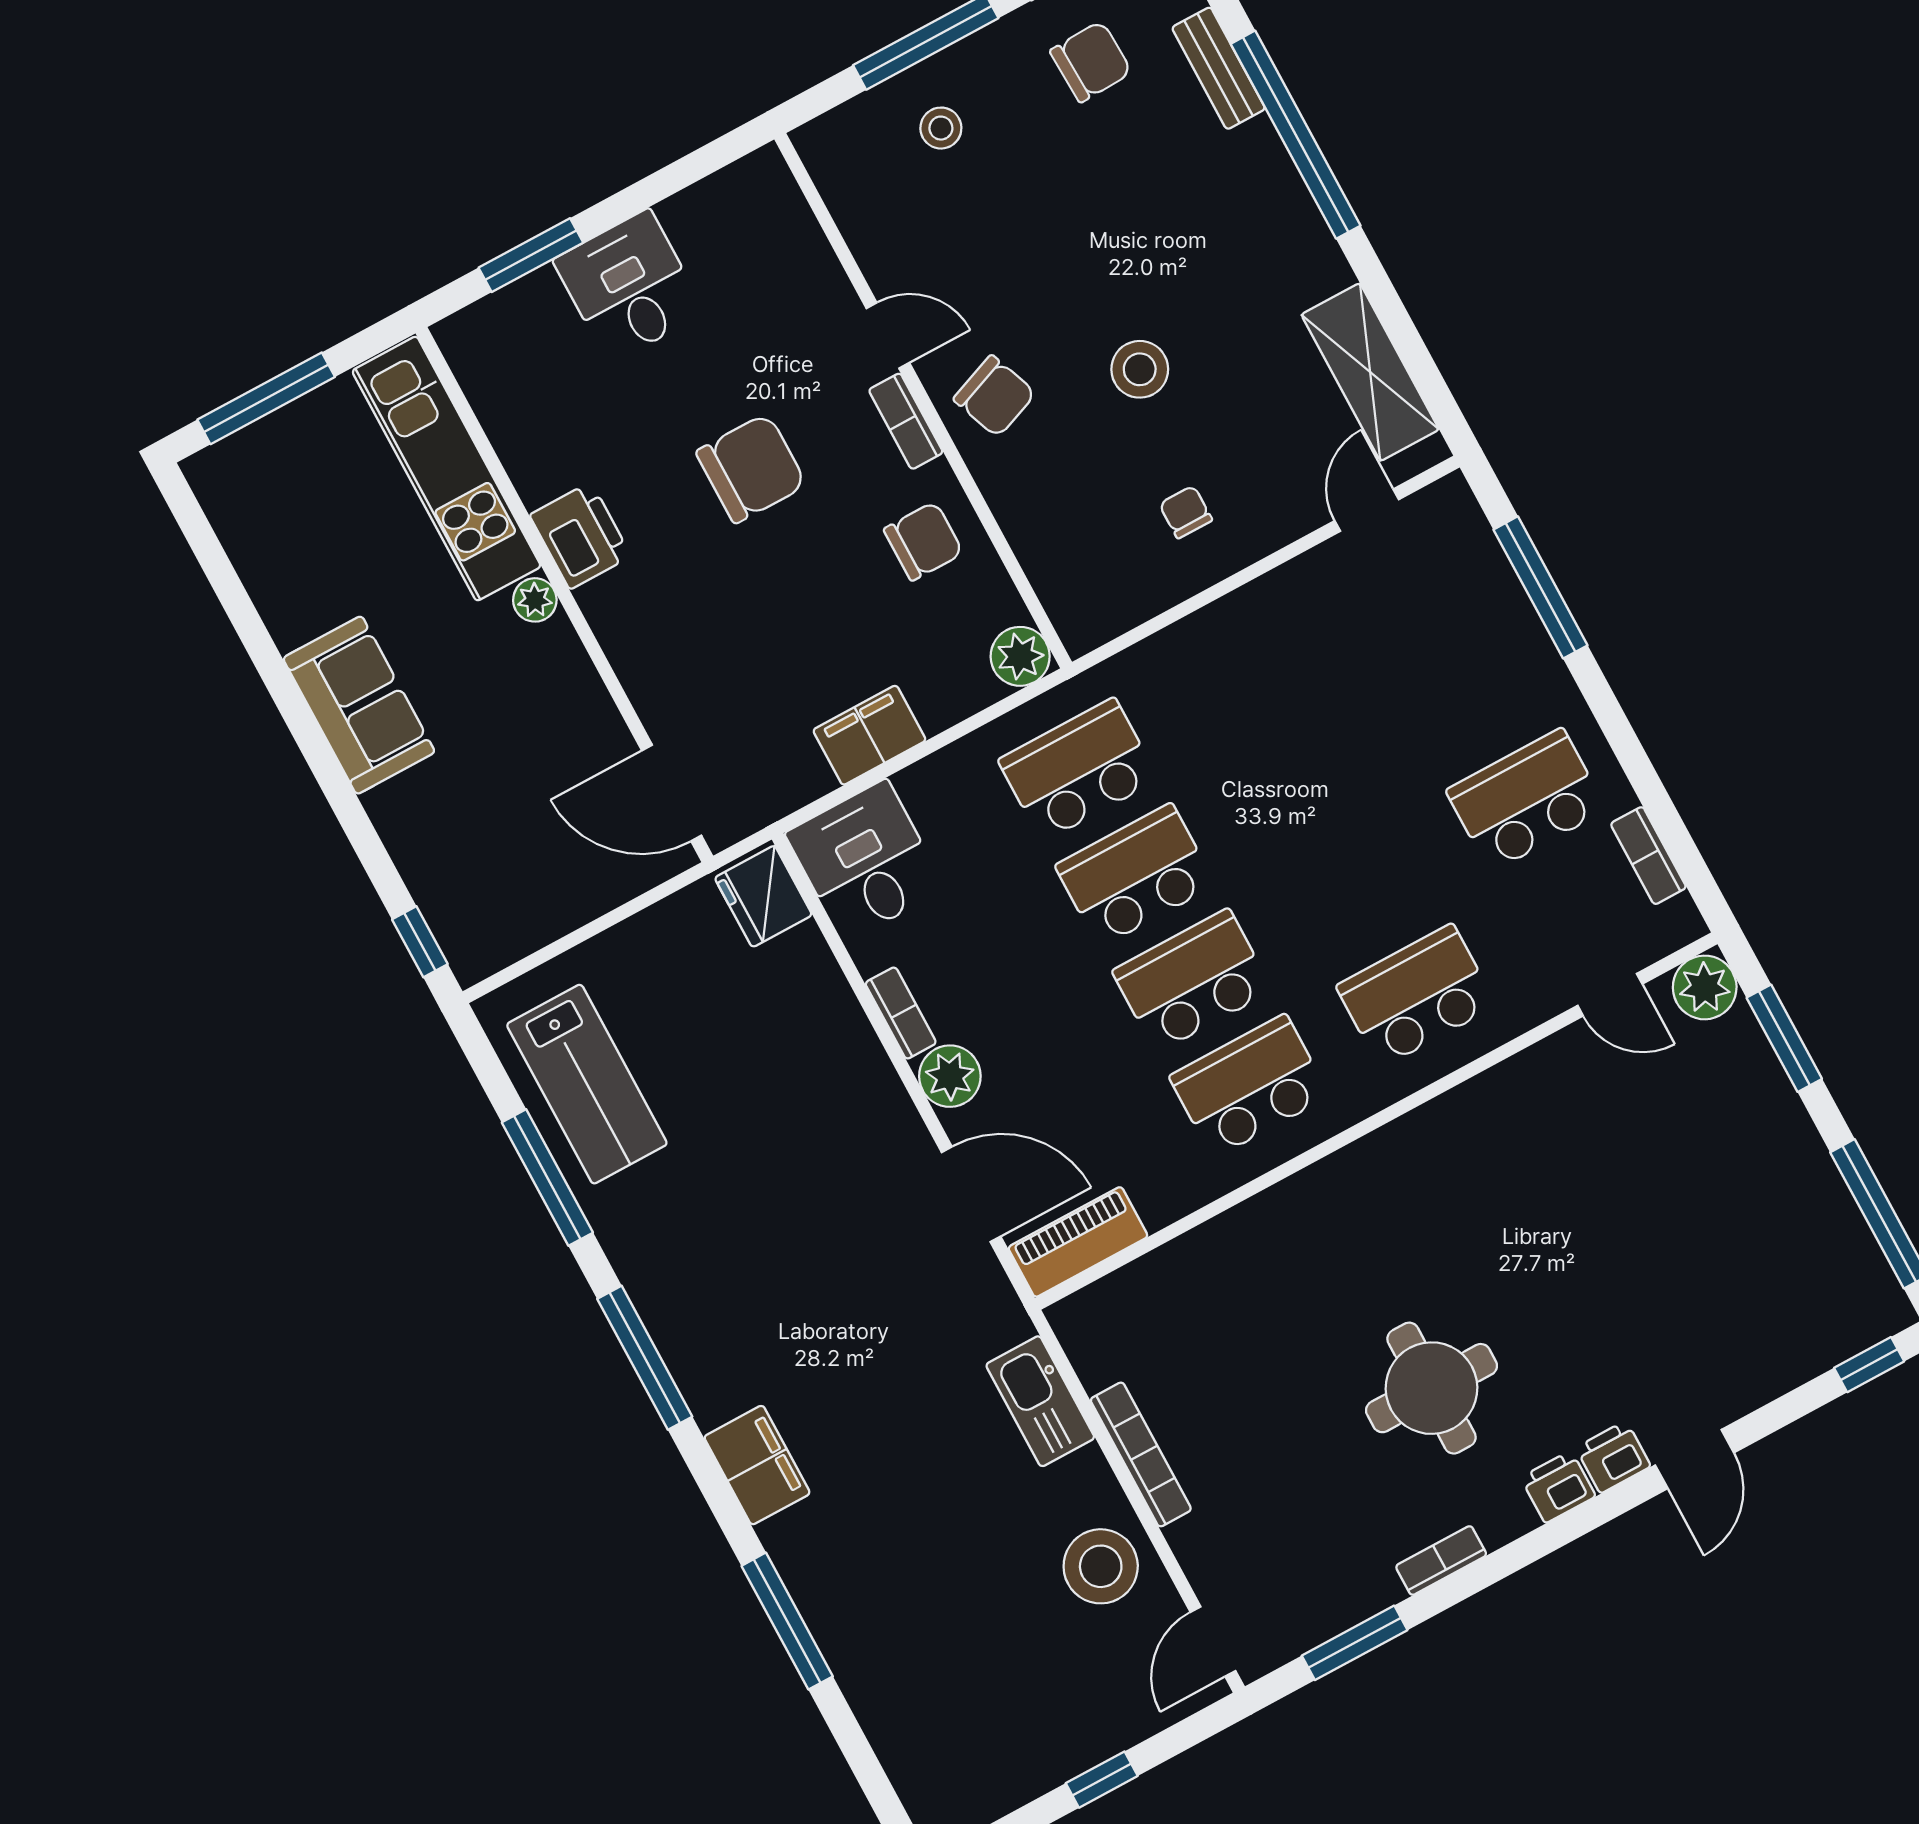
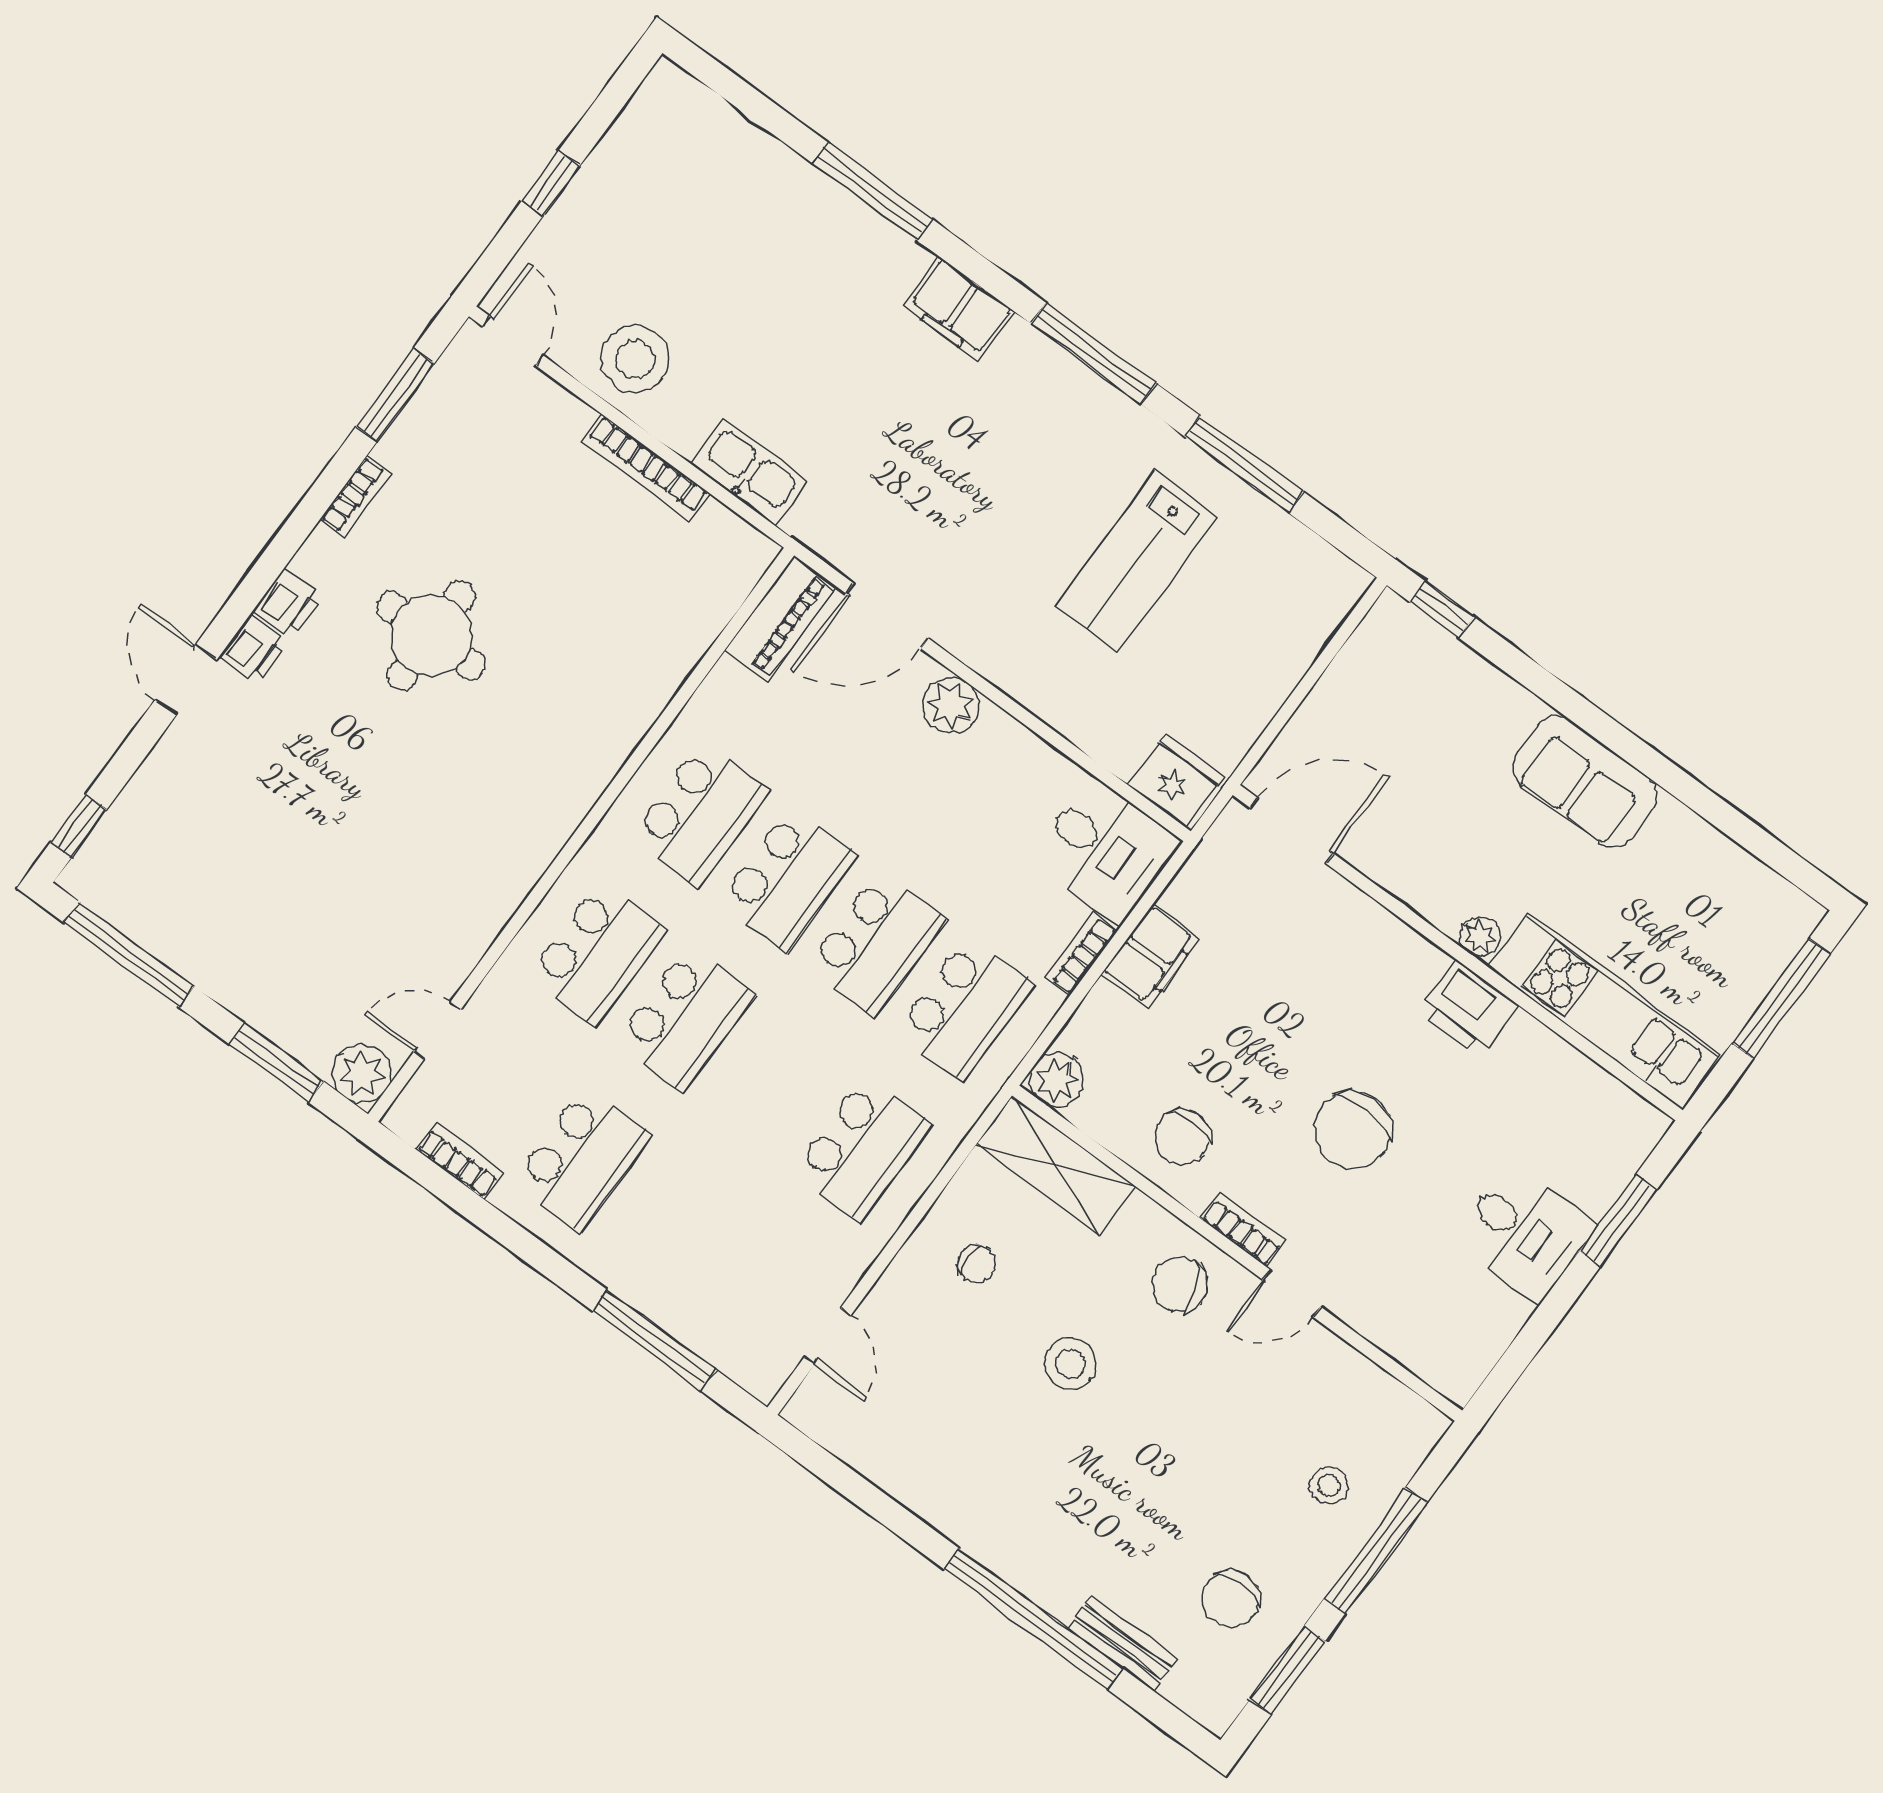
shelving: (1370, 372) -> (1055, 1165), moved
school desk: (1245, 679) -> (862, 1149), added
school desk: (1359, 890) -> (685, 1019), added
bookcase: (901, 1013) -> (1081, 954), moved, turned 90
lab bench: (587, 1084) -> (1136, 561), moved, turned -90

